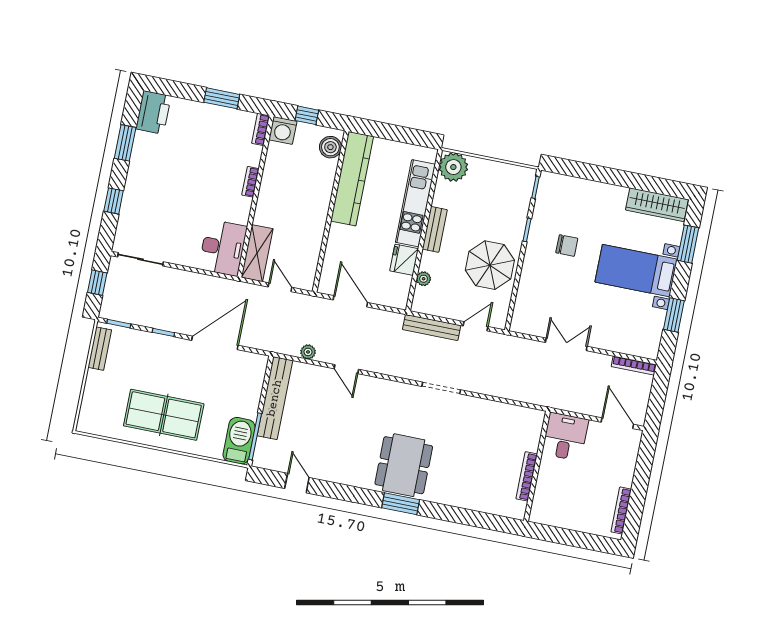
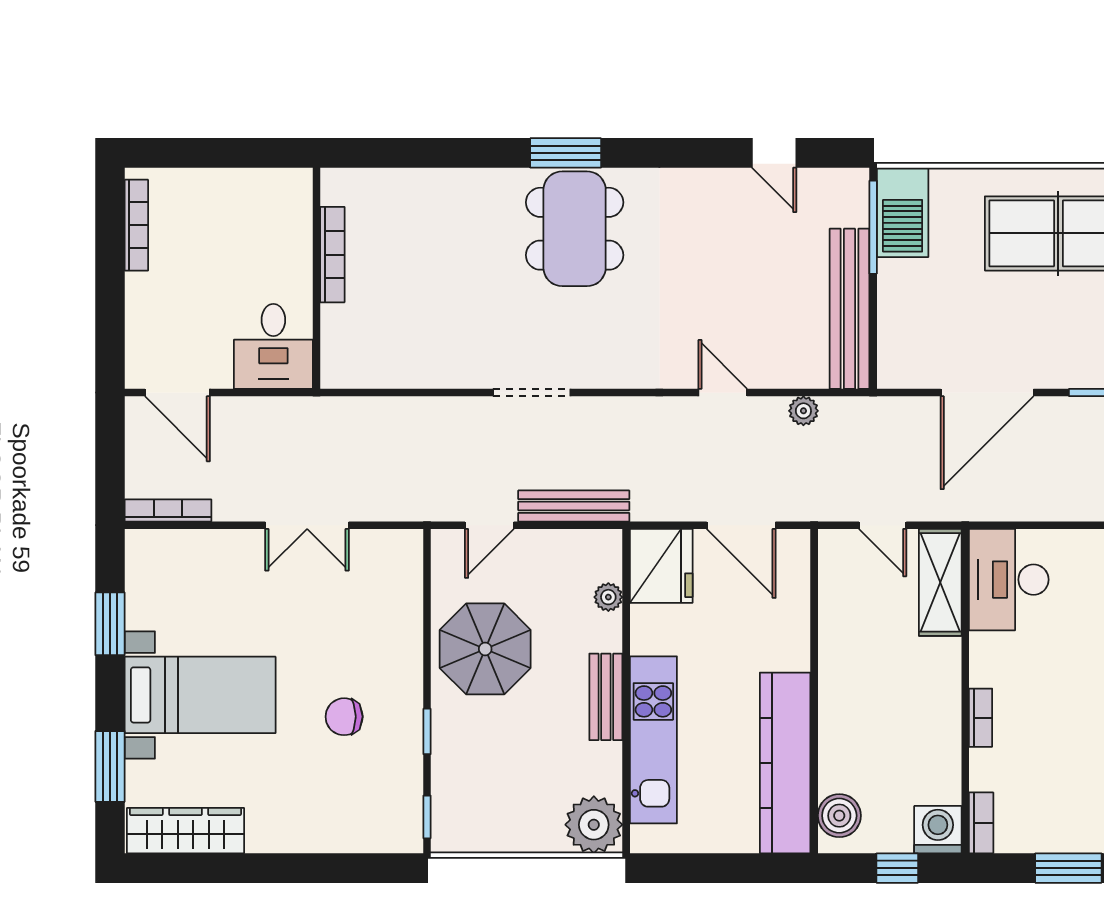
fridge: (404, 260) -> (661, 566), moved, width x1.36, depth x1.34

